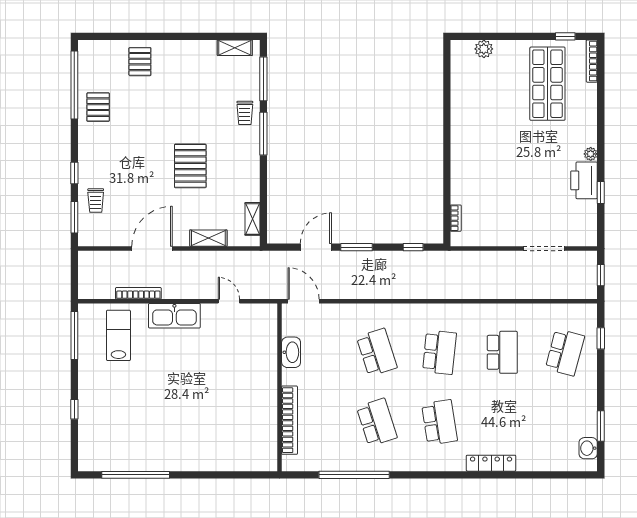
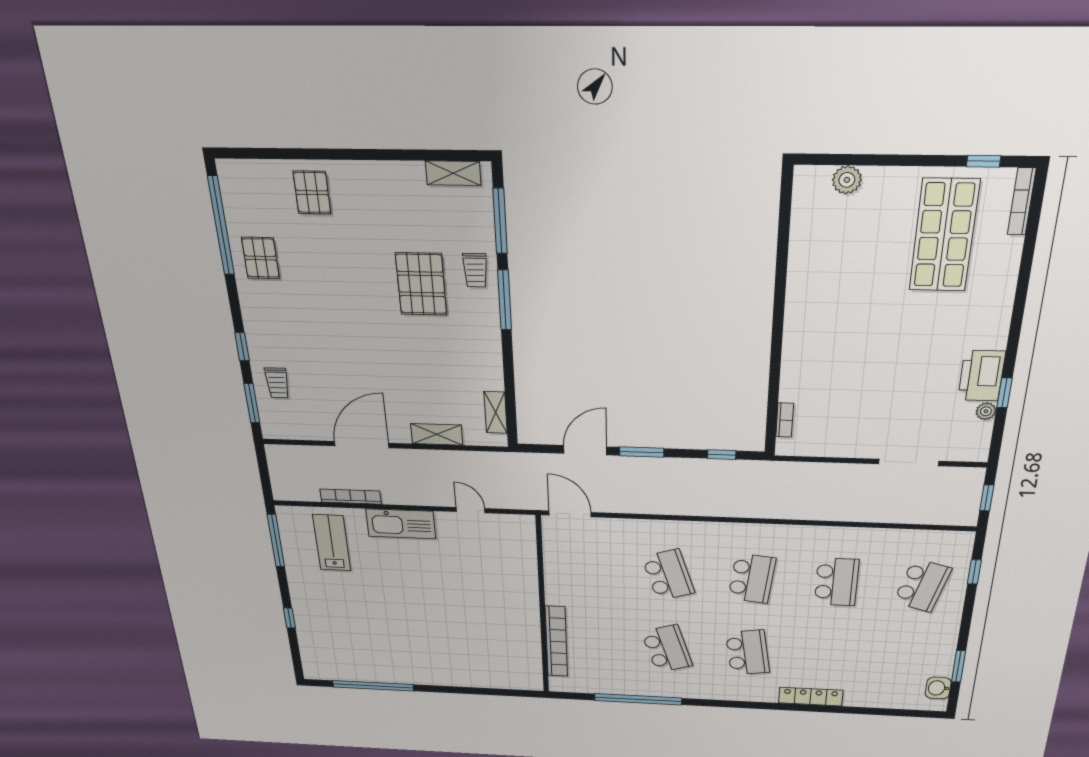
plant: (591, 154) -> (986, 411), moved
pallet: (190, 166) -> (421, 284), moved
washbasin: (291, 352) -> (556, 570), removed

